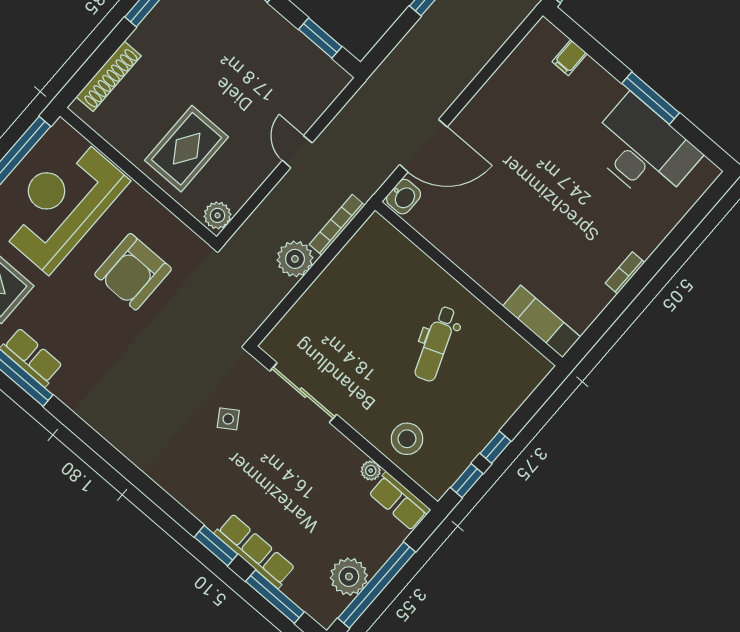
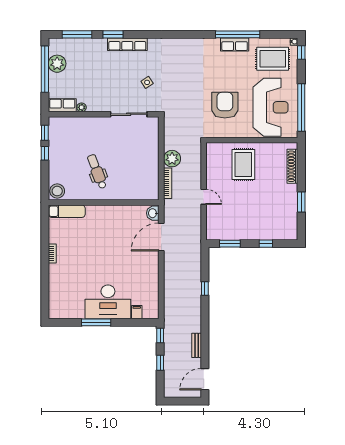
desk: (643, 150) -> (108, 302), moved
plant: (217, 215) -> (212, 150), removed
stool: (407, 439) -> (57, 191), moved
row of seats: (255, 551) -> (127, 44), moved

